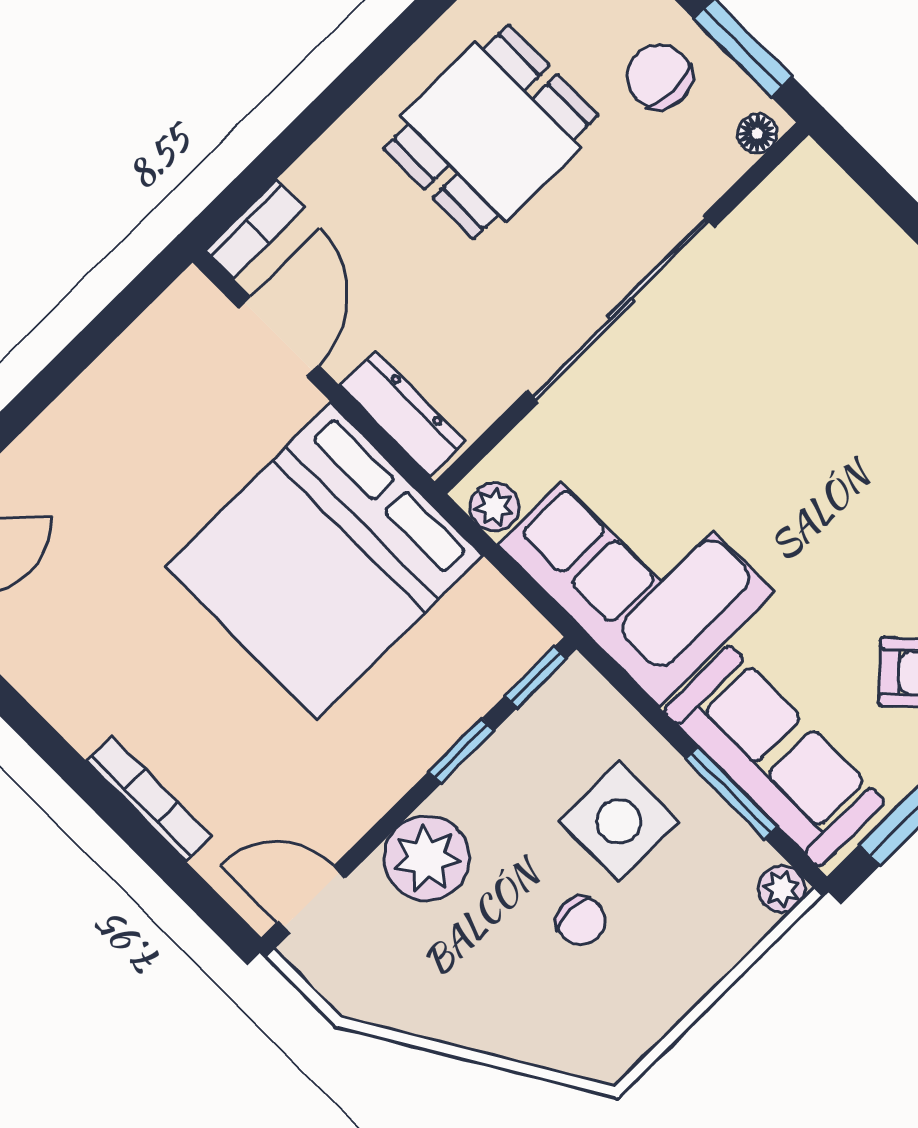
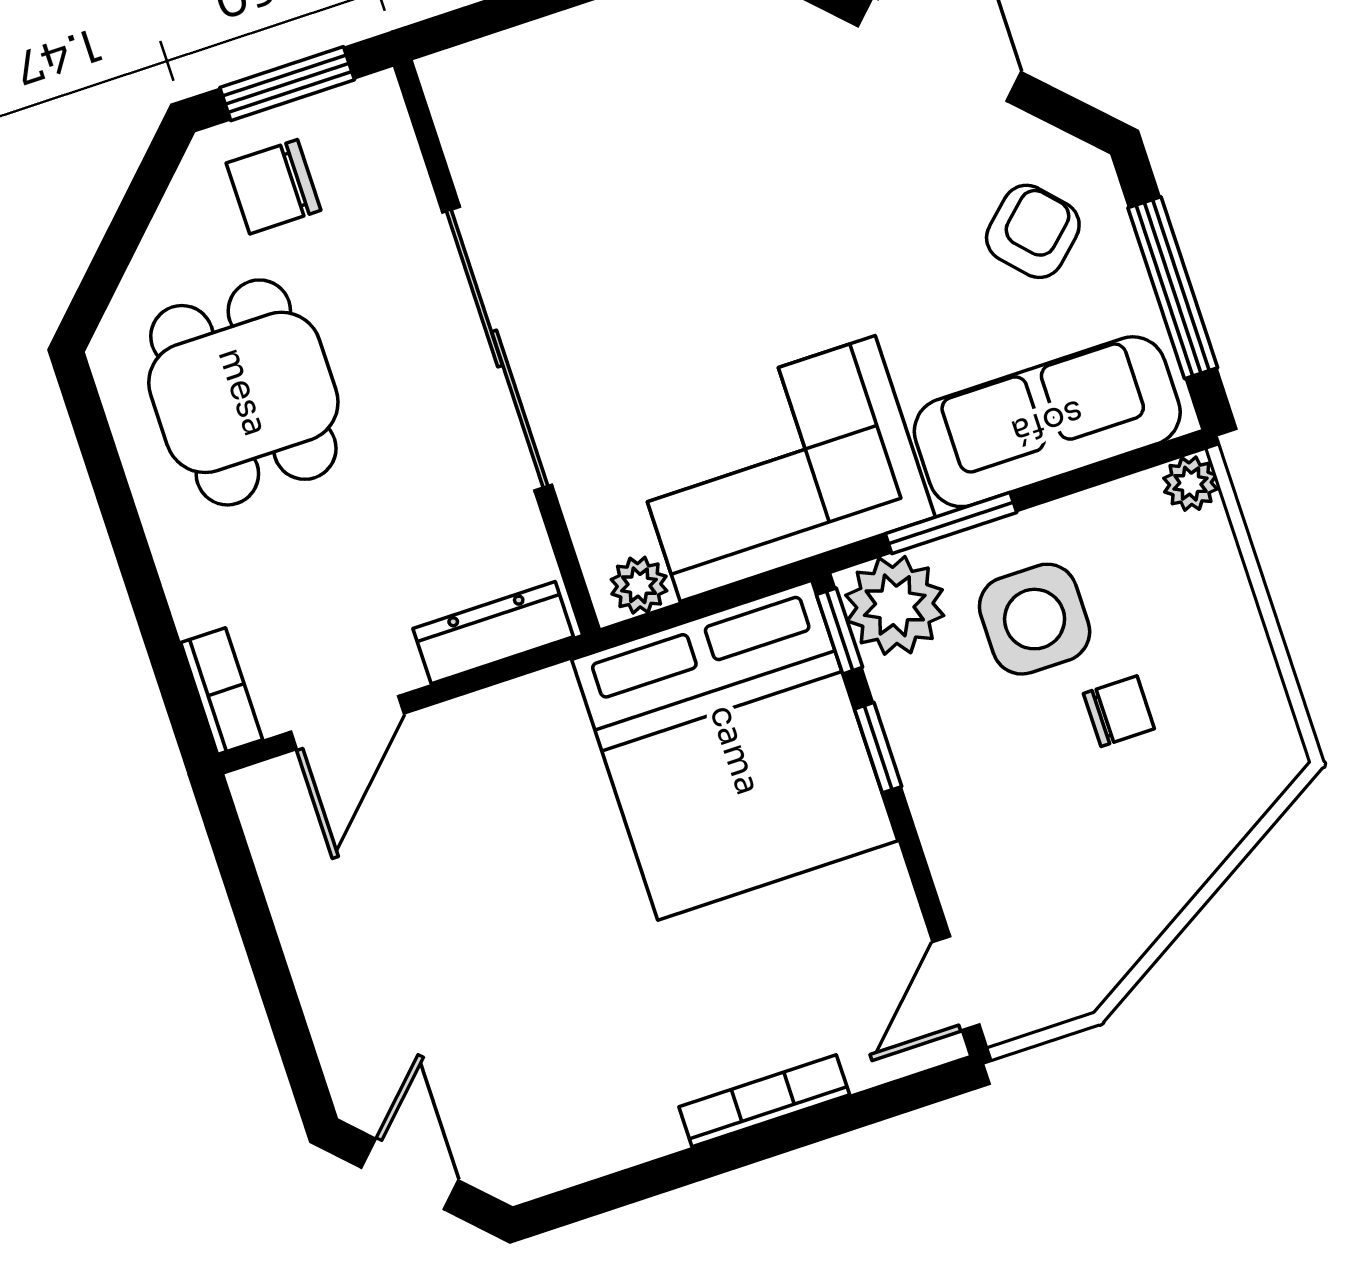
floor lamp: (757, 133) -> (384, 114), removed
door: (279, 337) -> (347, 723), swing flipped
bed: (324, 561) -> (735, 750), moved
window: (731, 793) -> (951, 523), moved
plant: (427, 858) -> (895, 605), moved

